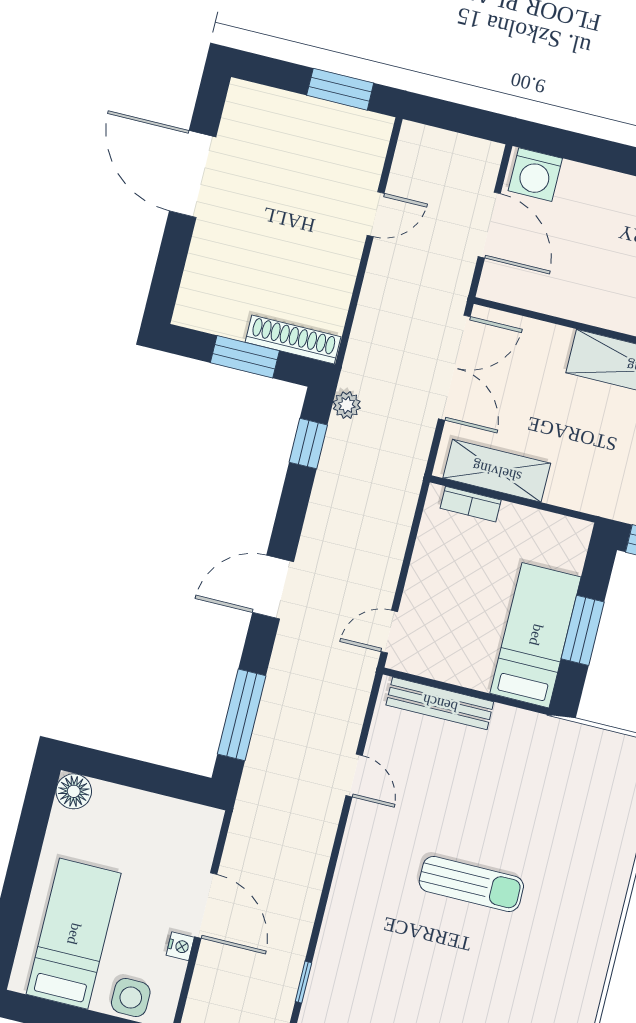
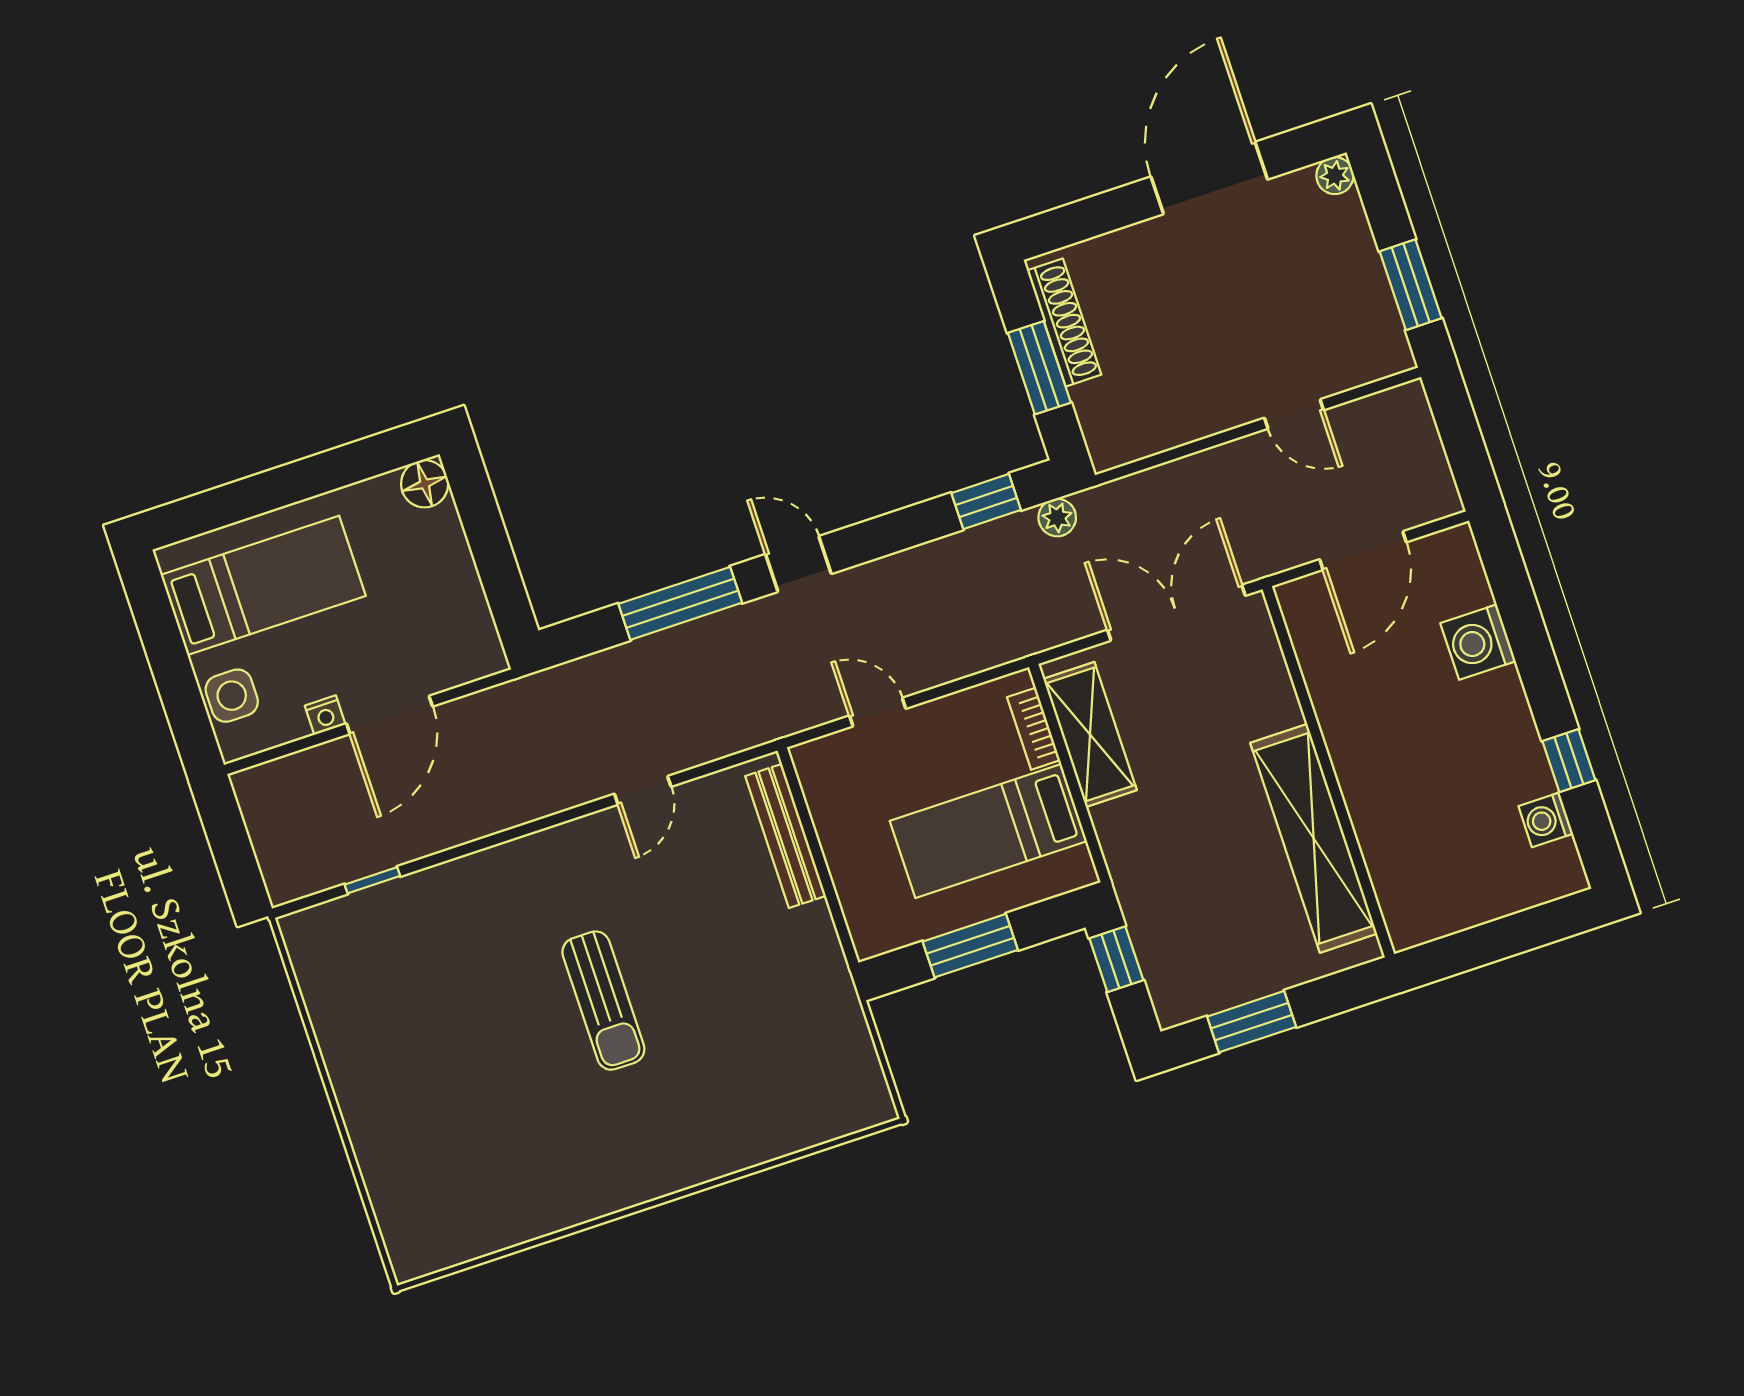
plant: (241, 94) -> (1335, 176), added
washing machine: (535, 175) -> (1478, 642), moved
shoe rack: (293, 340) -> (1064, 323), moved
double door: (454, 368) -> (1176, 613), swing flipped
door: (273, 587) -> (798, 564), width x0.73
door: (389, 632) -> (878, 712), moved
bed: (536, 635) -> (988, 831), moved, turned 180
window: (242, 715) -> (680, 603), moved

